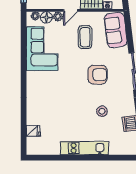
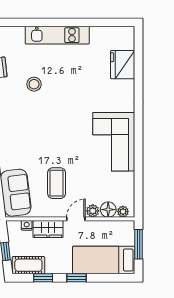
corner sofa: (42, 49) -> (114, 142), moved
armchair: (97, 75) -> (40, 133), removed
fridge: (33, 131) -> (123, 65), width x1.88, depth x1.34

